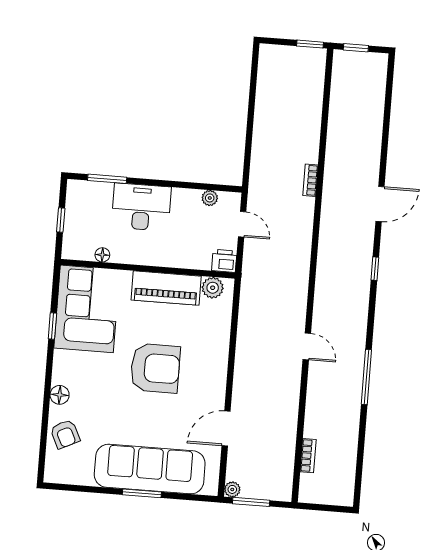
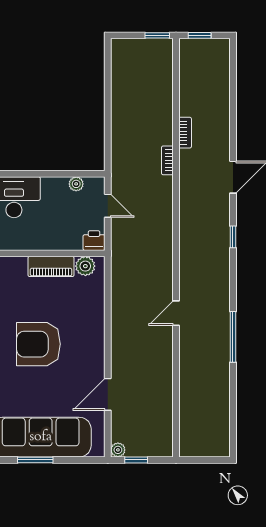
piano: (166, 288) -> (51, 266), width x0.73, depth x0.75
door: (307, 346) -> (176, 313), swing flipped
armchair: (155, 368) -> (38, 344), turned 180
bookcase: (308, 456) -> (185, 133), moved
window: (251, 502) -> (136, 460), width x0.67

